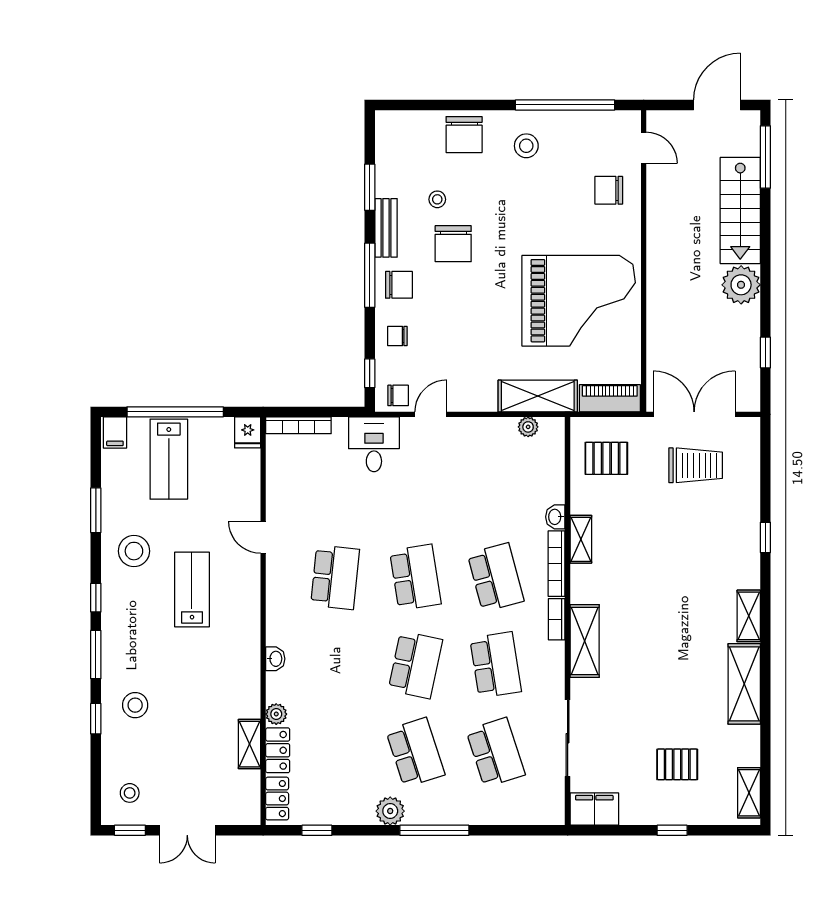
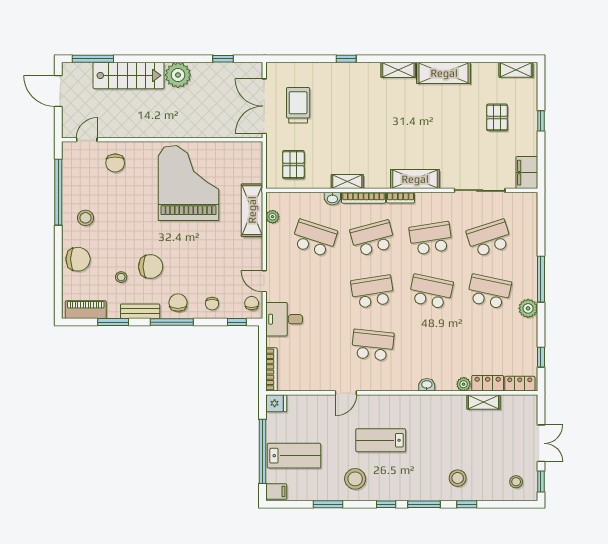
piano: (610, 398) -> (86, 310), moved, turned 90
school desk: (496, 490) -> (314, 238), added
school desk: (415, 752) -> (489, 292), turned 30

